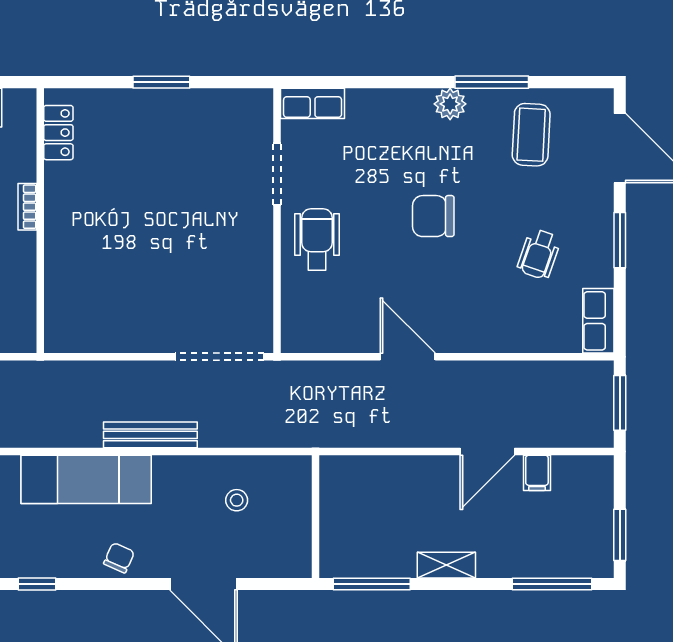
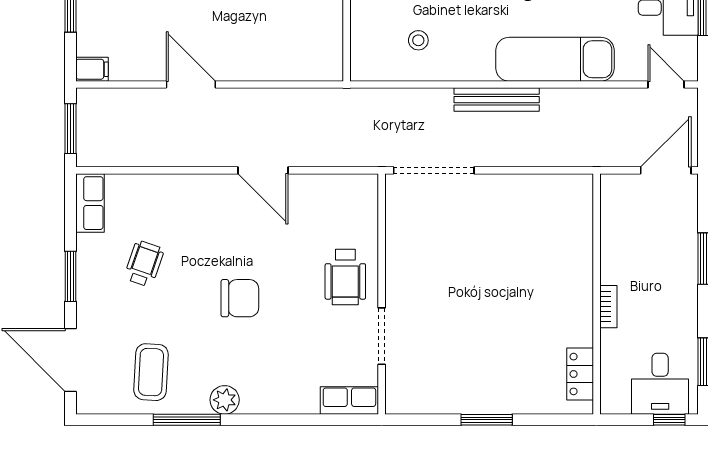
door: (487, 451) -> (191, 85), hinge flipped
filing cabinet: (537, 473) -> (92, 69), moved, turned 90

